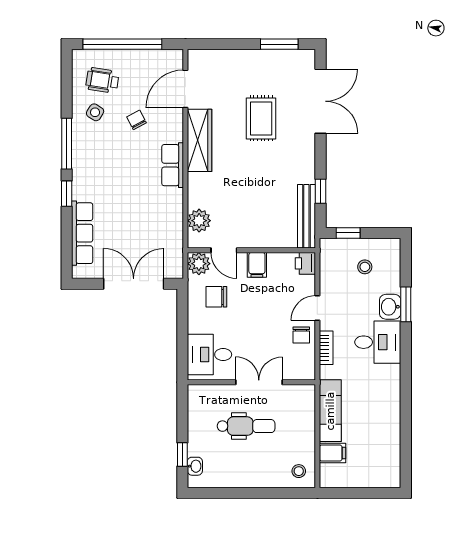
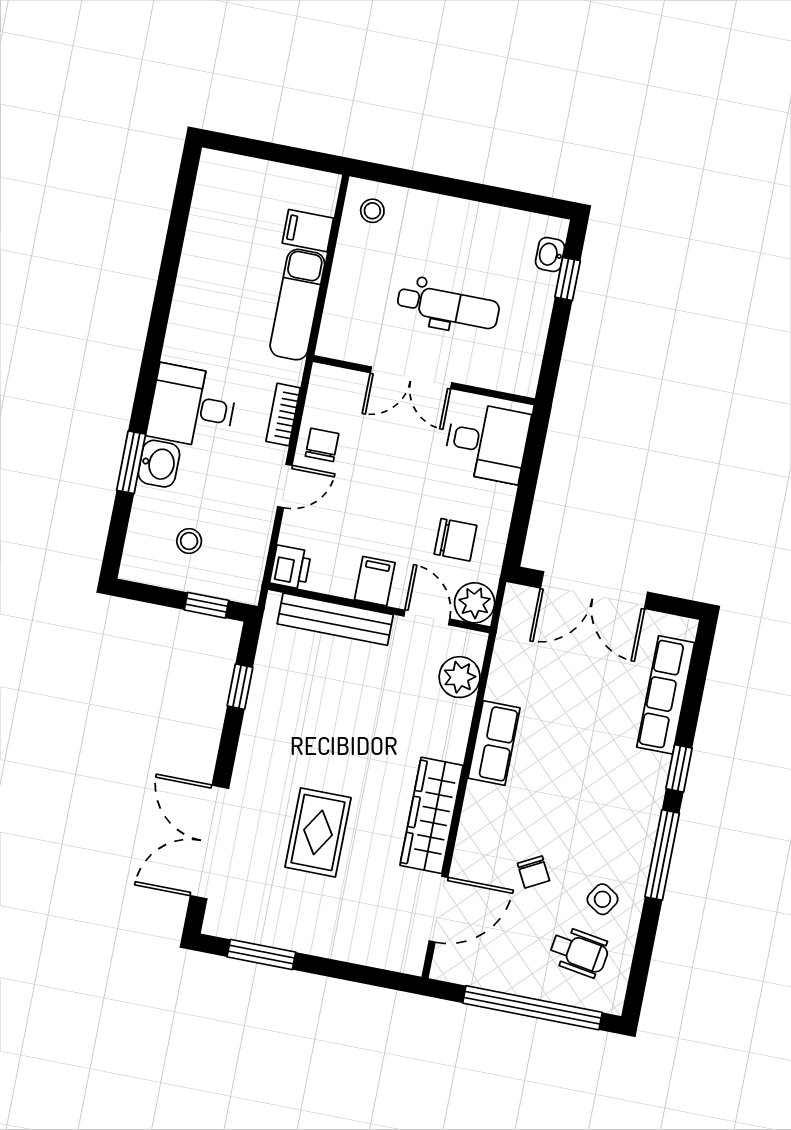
row of seats: (173, 165) -> (494, 743), moved
bench: (306, 216) -> (335, 619), moved, turned 90
dental chair: (246, 426) -> (448, 306), turned 180

